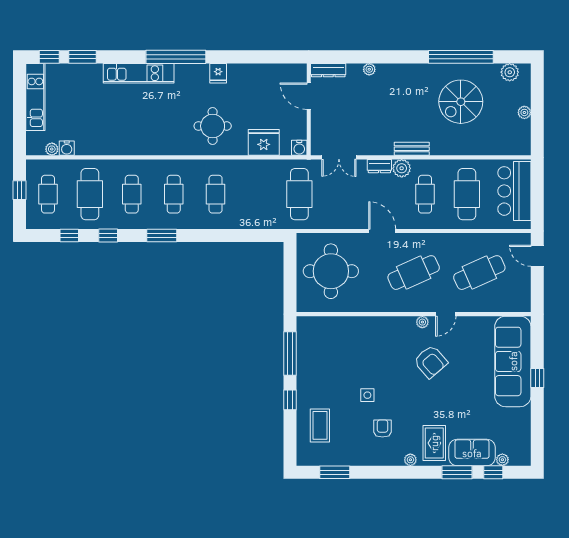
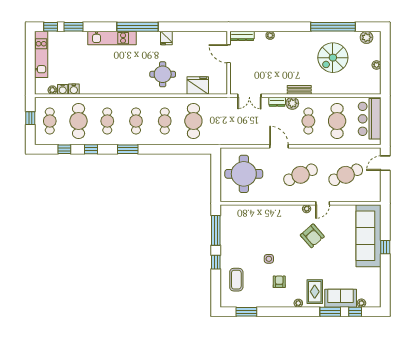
water cooler: (299, 148) -> (74, 89), moved
cafe table: (299, 194) -> (193, 121), moved
door: (537, 256) -> (385, 163), hinge flipped

